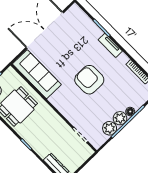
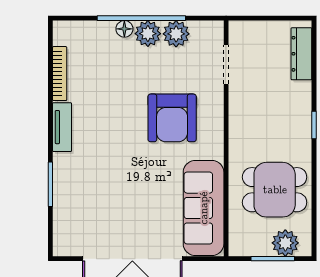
tv unit: (110, 45) -> (62, 127), moved
armchair: (89, 80) -> (172, 118), moved

